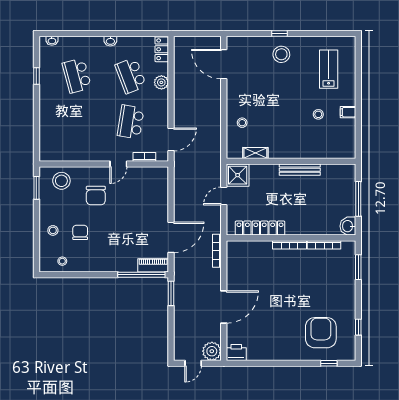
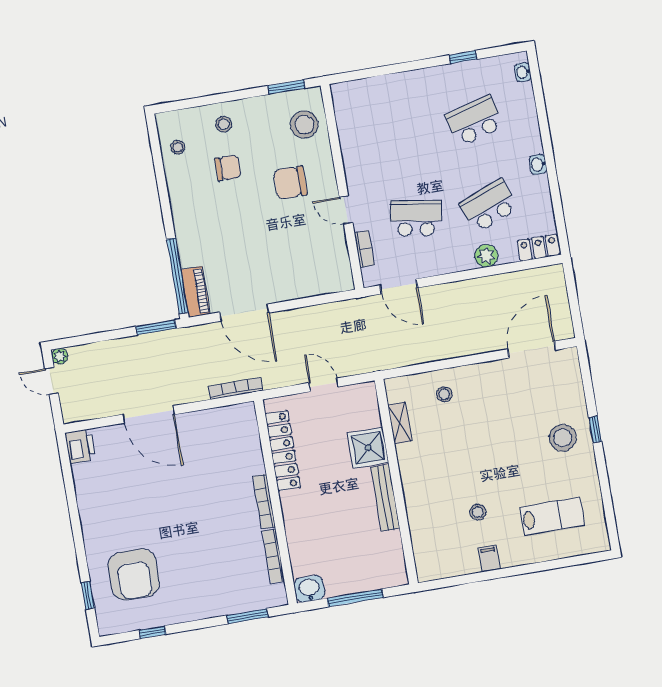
shower: (238, 175) -> (368, 448), moved
armchair: (321, 333) -> (134, 574), turned 90
plant: (212, 351) -> (60, 356), moved, width x0.53, depth x0.53

